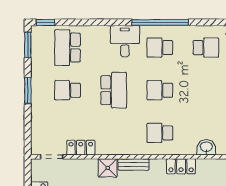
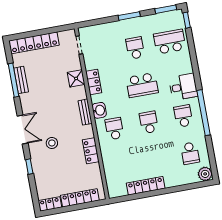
washbasin: (206, 147) -> (99, 110), moved
locker: (81, 148) -> (94, 82), moved
shower: (108, 168) -> (76, 78), moved

